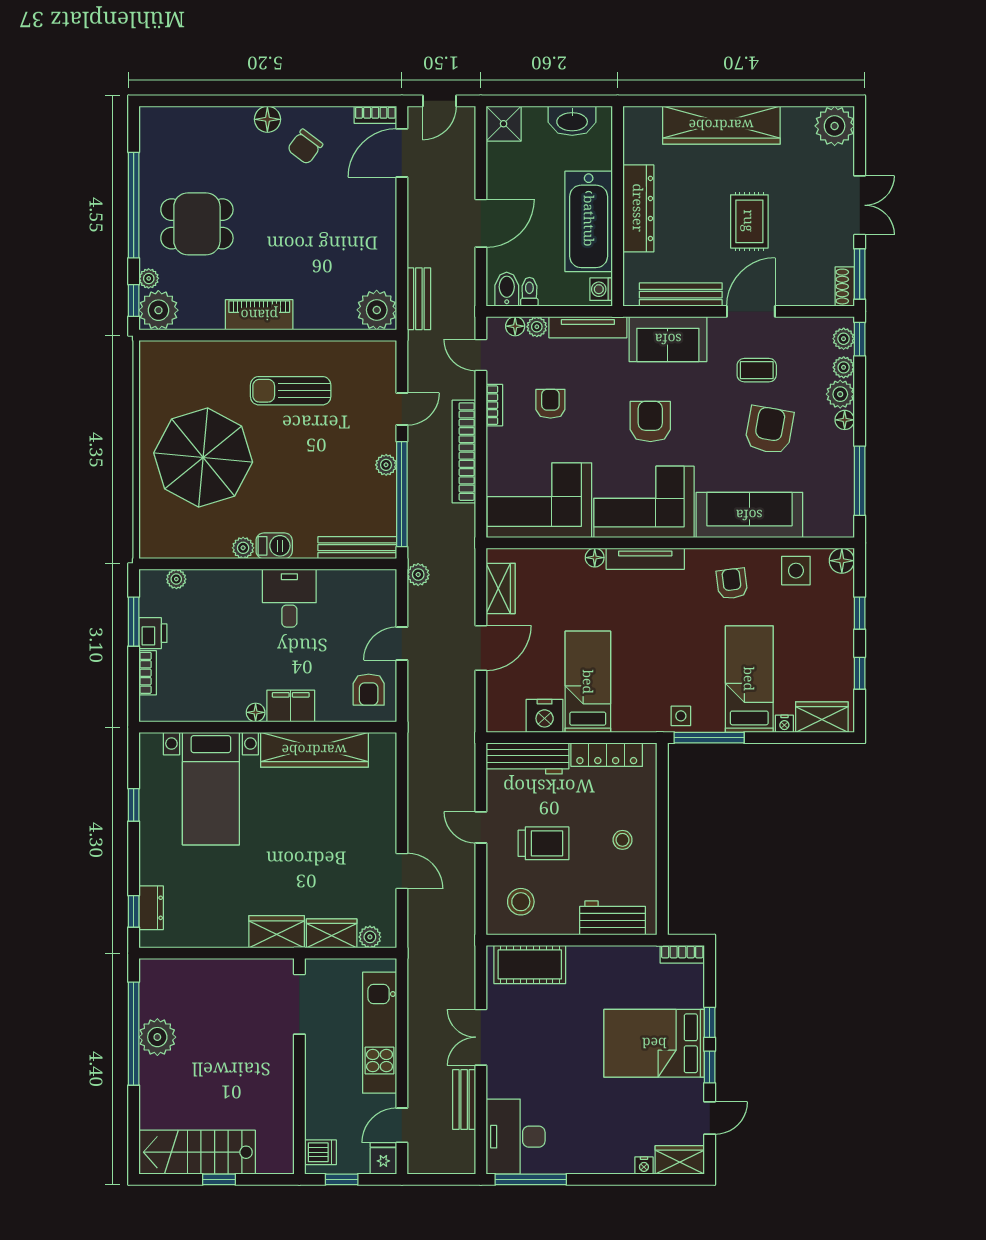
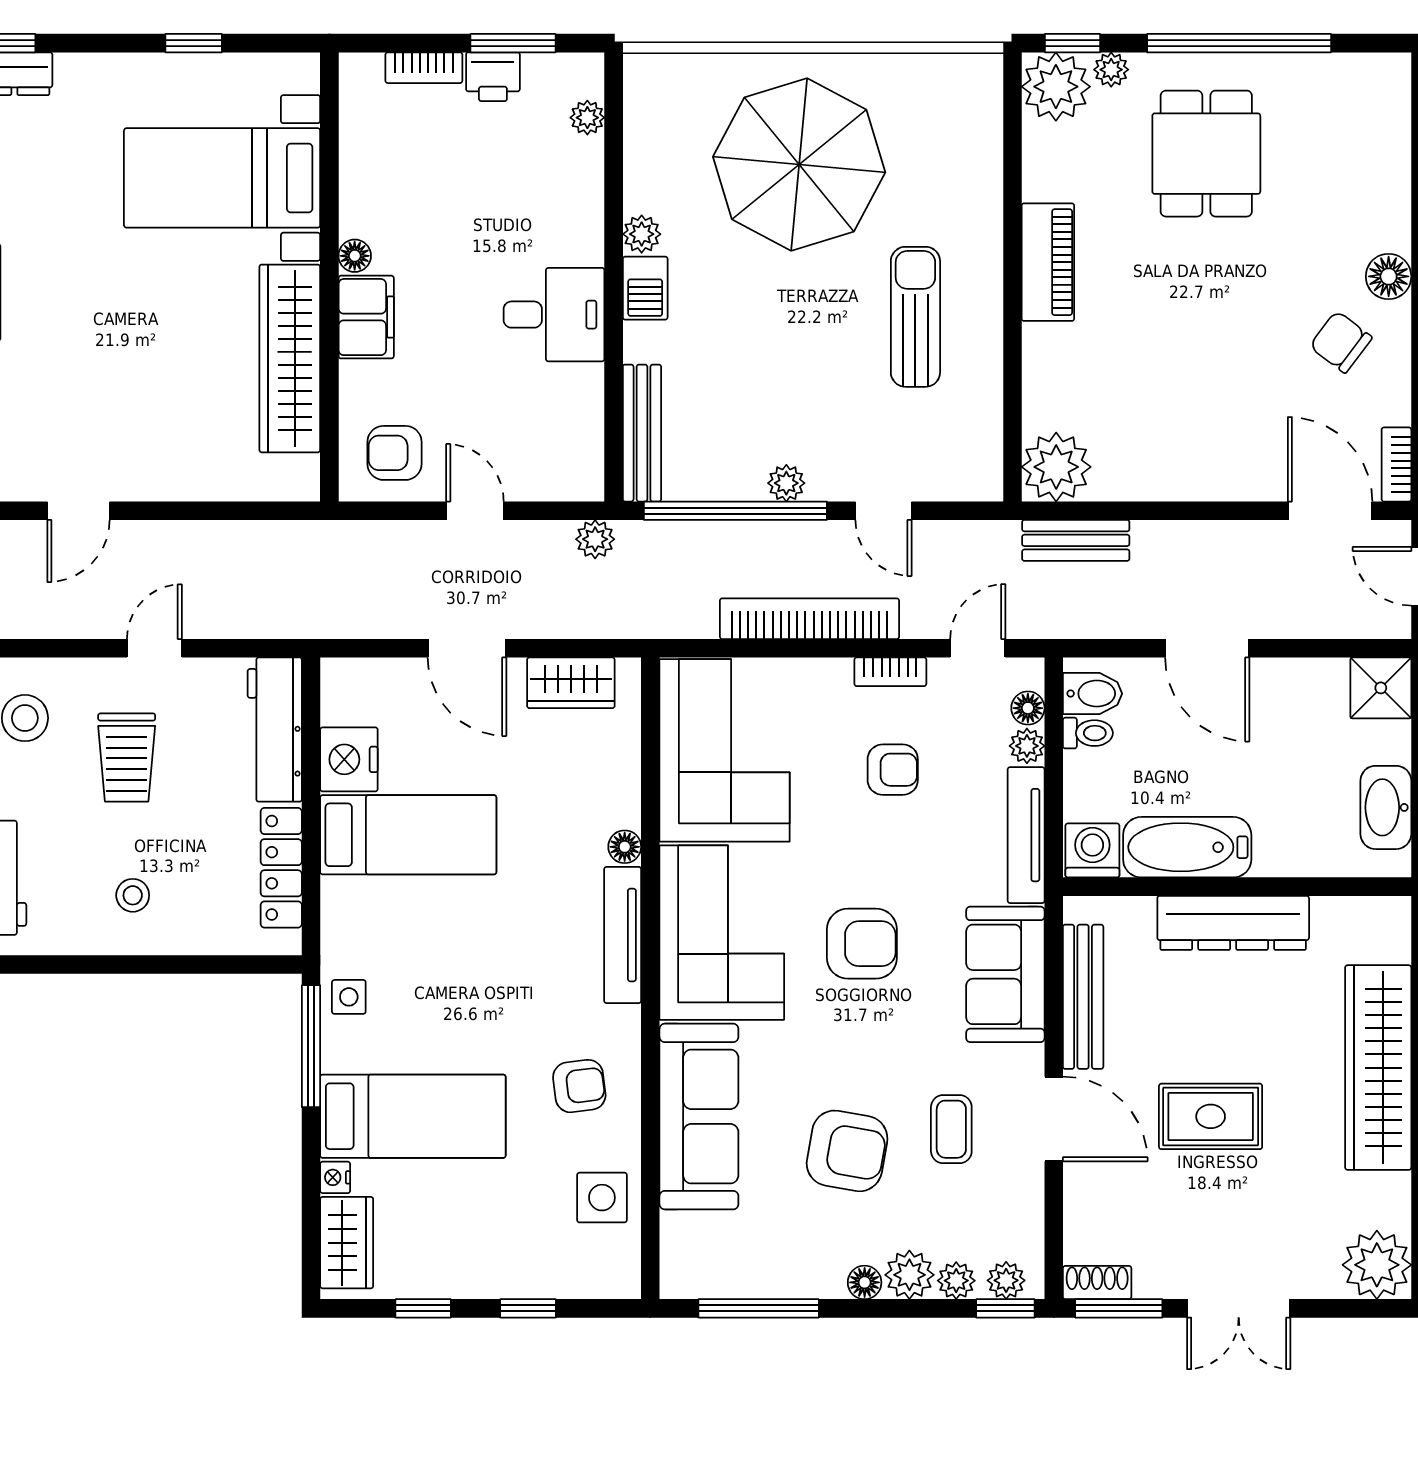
bathtub: (589, 221) -> (1187, 847), width x0.73, depth x0.73
washing machine: (601, 289) -> (1092, 850), width x1.38, depth x1.38
floor lamp: (842, 561) -> (619, 1277), removed

